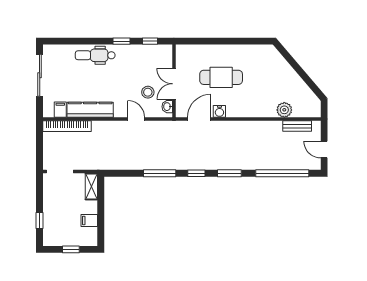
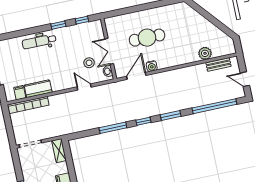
kitchen counter: (90, 110) -> (38, 89), width x0.67

